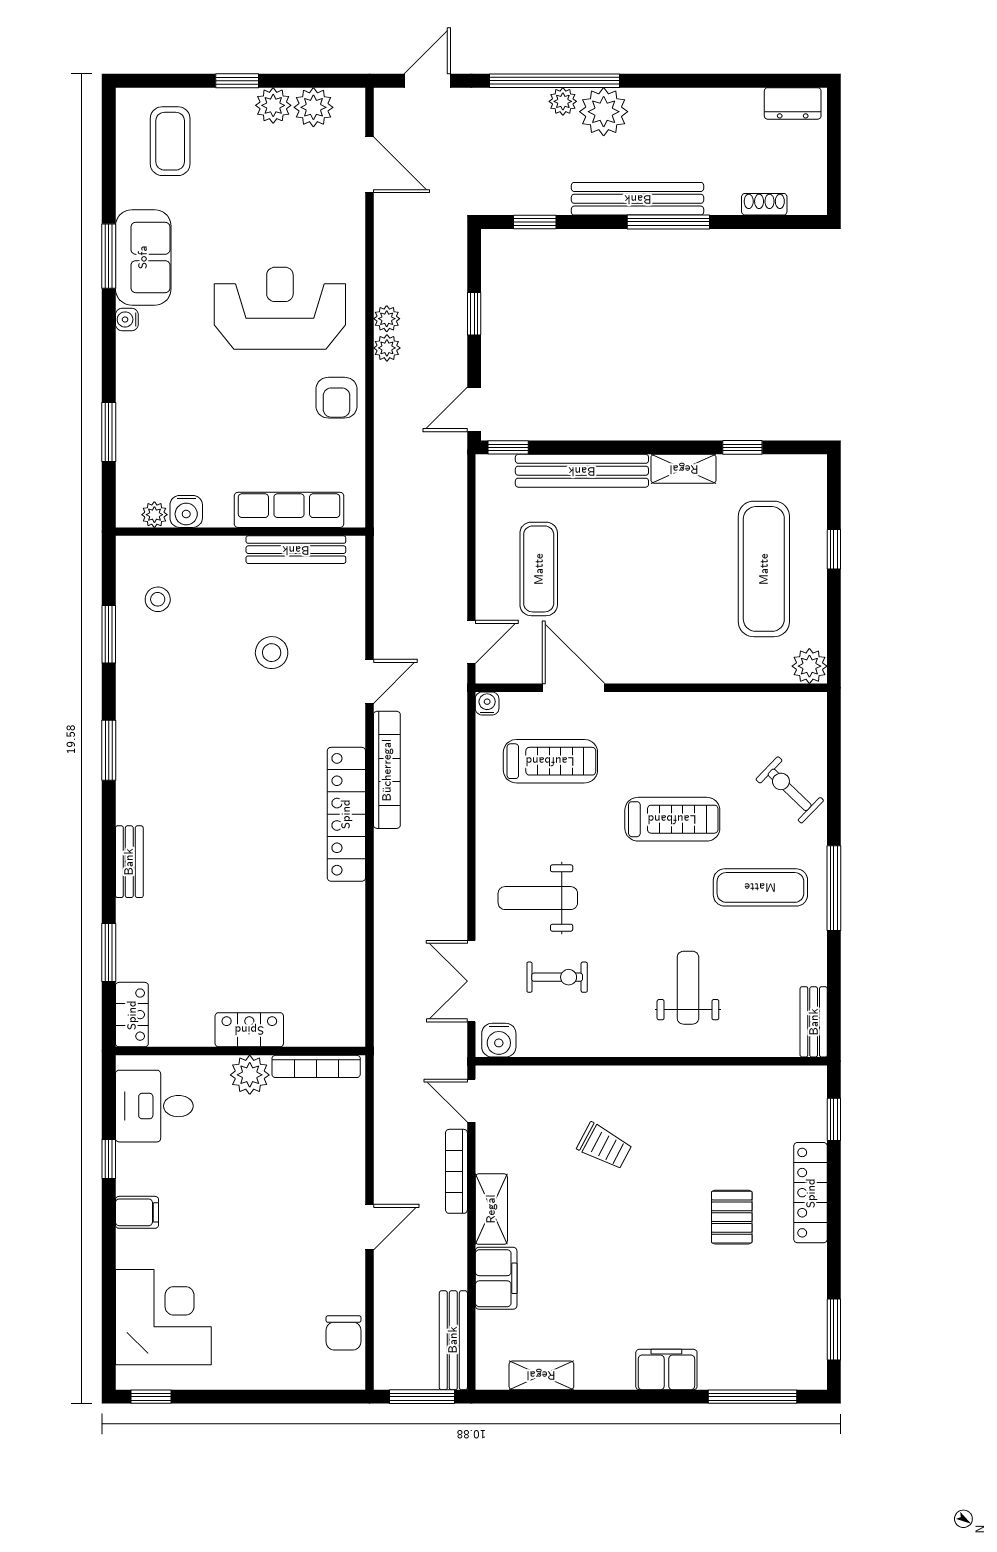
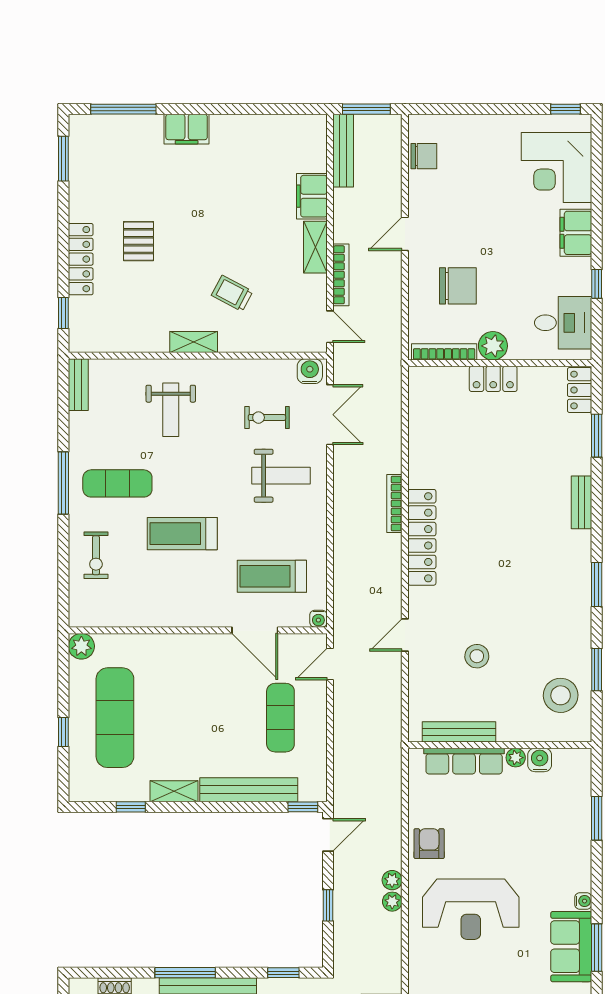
plant: (154, 515) -> (516, 758), moved
stool: (158, 599) -> (561, 695), width x1.89, depth x1.89
bookcase: (387, 770) -> (394, 504), moved, width x0.68, depth x0.76
exercise bike: (790, 790) -> (96, 555), turned 46
chair: (297, 1156) -> (458, 286), added
filing cabinet: (137, 1212) -> (576, 233), width x2.00
chair: (344, 1333) -> (424, 156), turned 90
shelving: (541, 1375) -> (194, 342), moved

